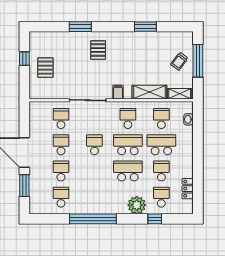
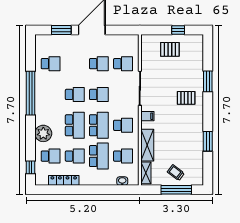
school desk: (61, 171) -> (75, 94), moved
locker: (188, 189) -> (64, 180), width x1.53
window: (155, 219) -> (31, 167), moved

